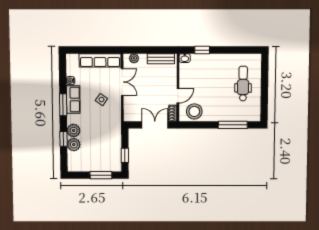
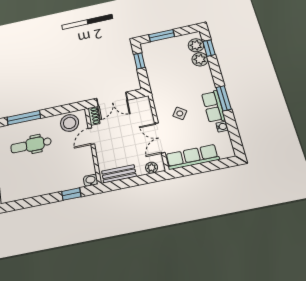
dental chair: (243, 84) -> (31, 145), moved, turned 90
plant: (74, 131) -> (196, 45), moved
window: (64, 139) -> (209, 48), moved

